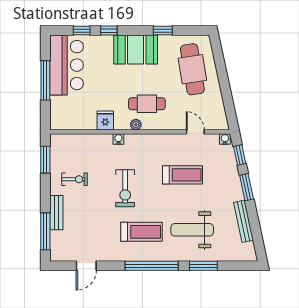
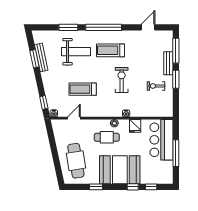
booth: (136, 50) -> (120, 170), width x1.36, depth x1.42
bar counter: (66, 65) -> (161, 140), moved
door: (195, 132) -> (74, 118), swing flipped
window: (45, 160) -> (176, 79), moved
window: (247, 187) -> (34, 59), moved

